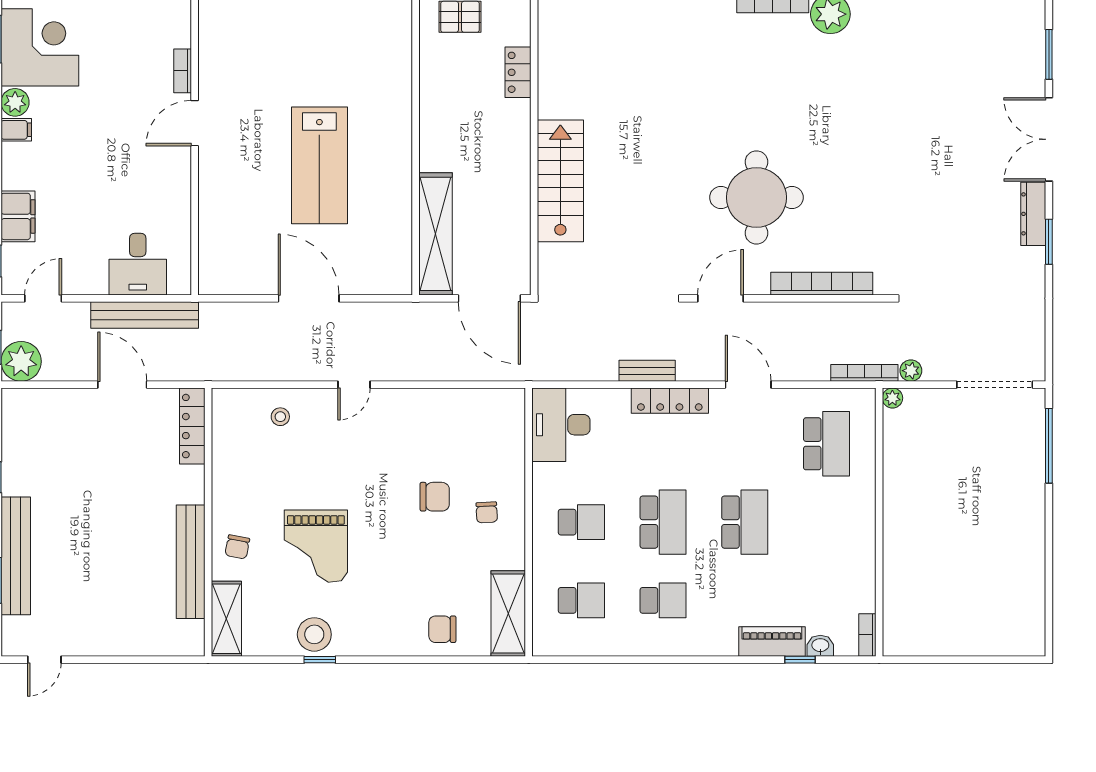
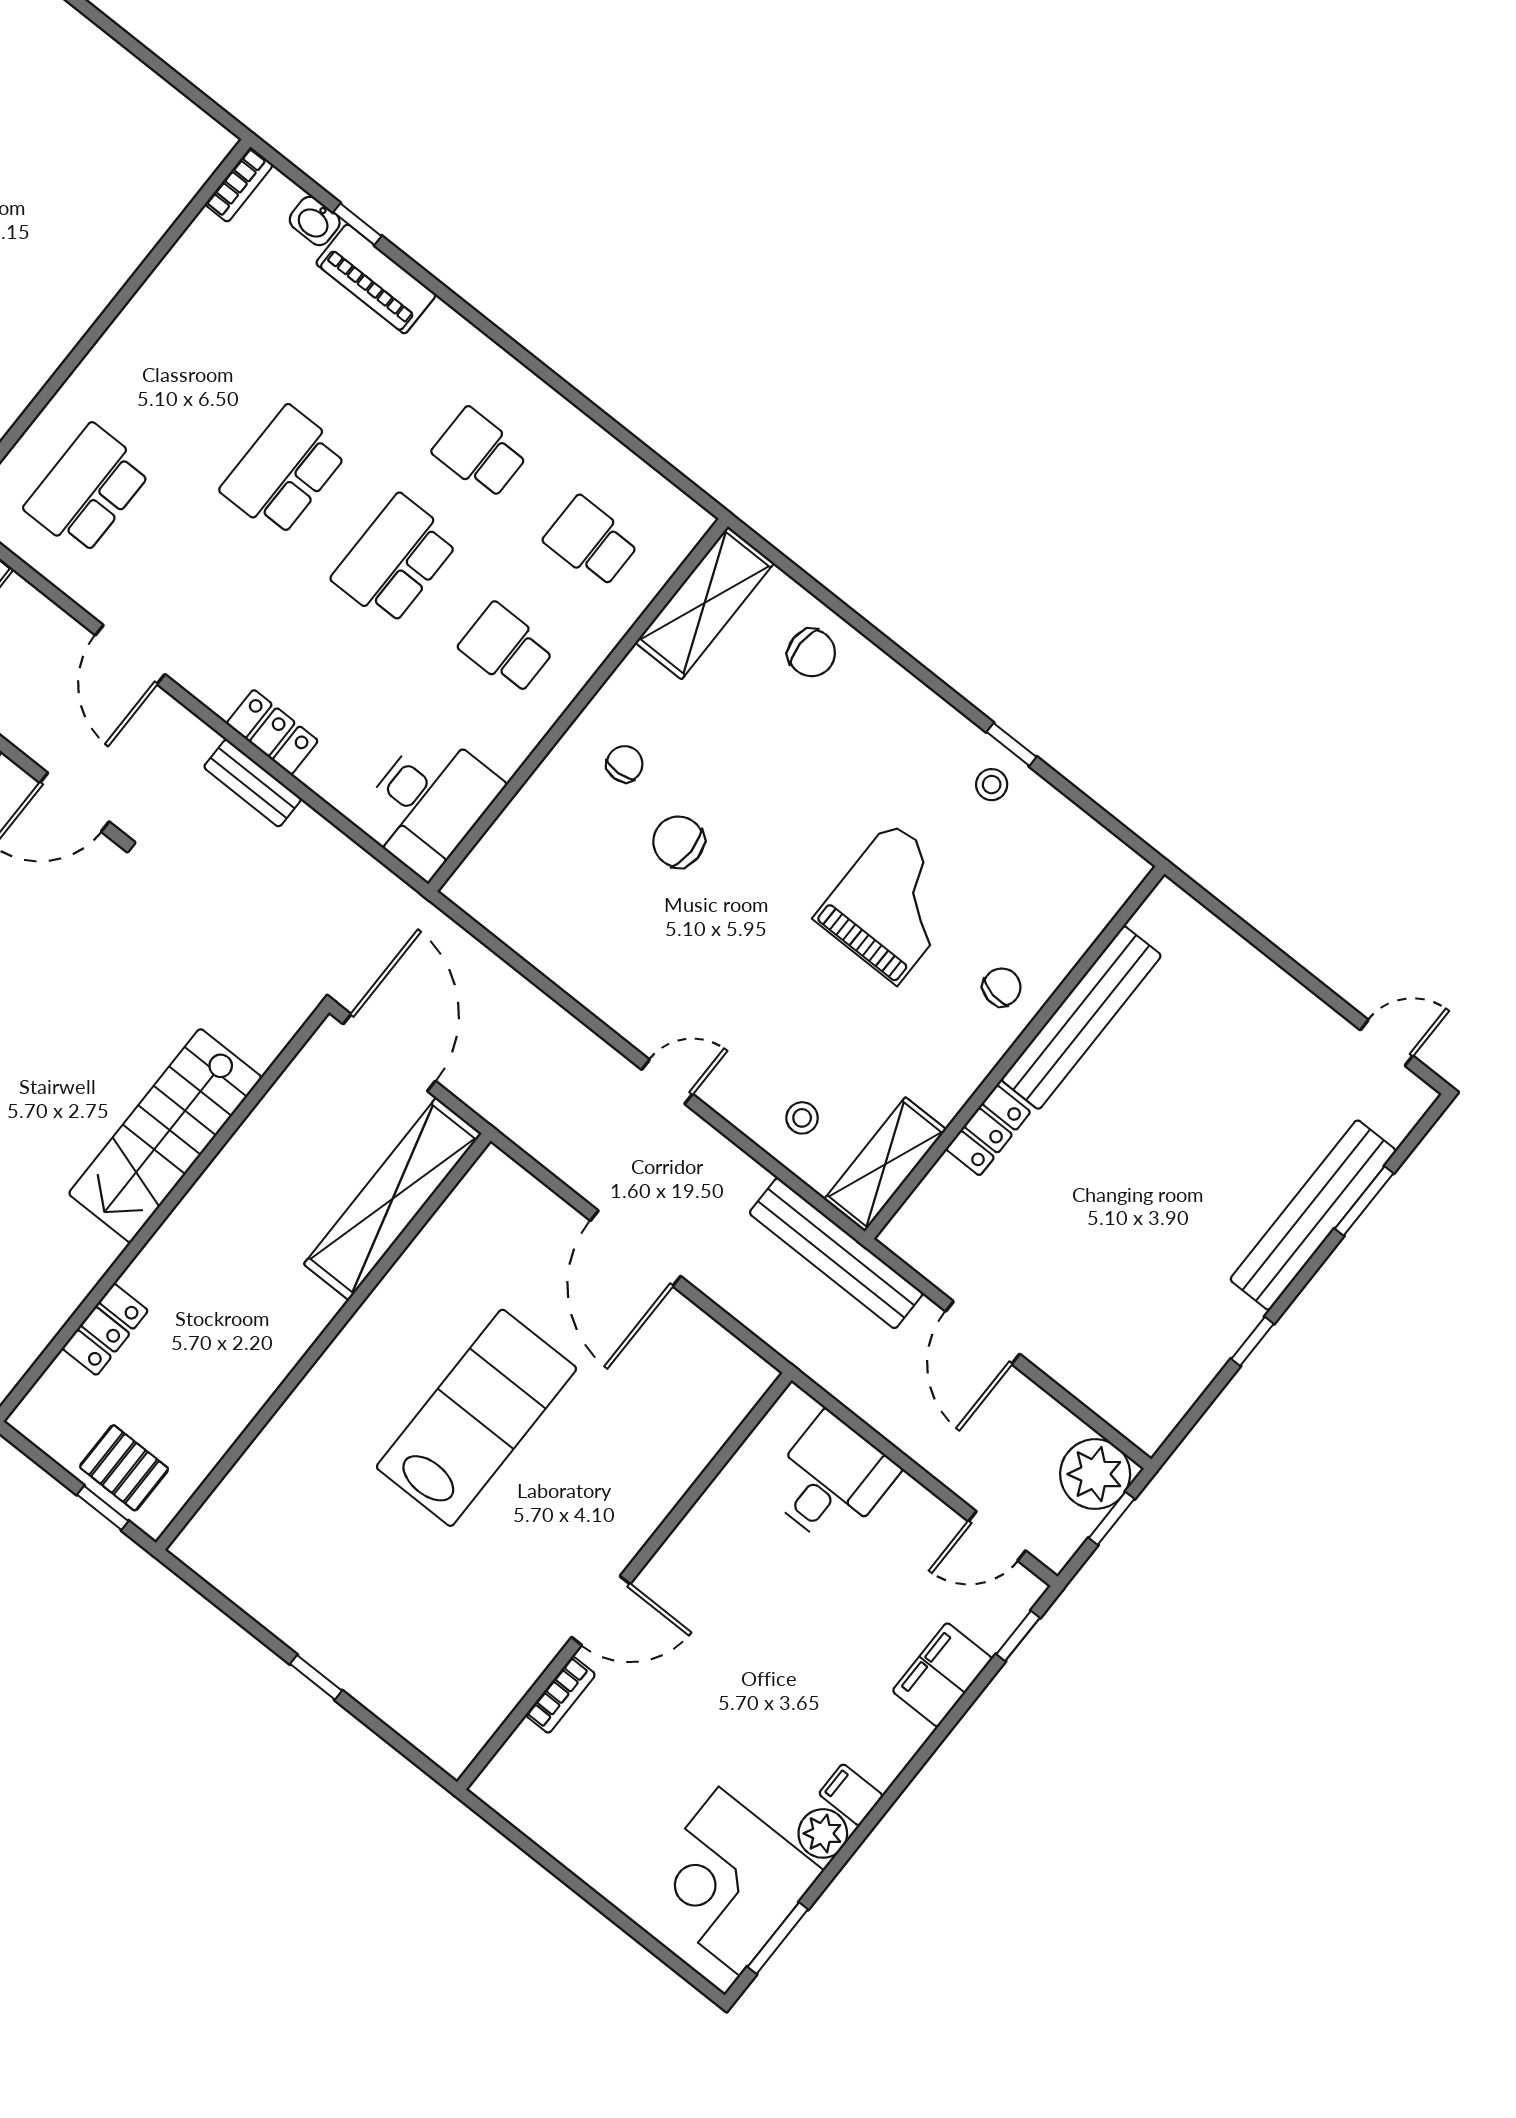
bench: (145, 315) -> (836, 1253), moved
locker: (670, 401) -> (272, 732), width x0.66
locker: (192, 426) -> (988, 1130), moved, width x0.66
shelving: (226, 619) -> (885, 1164), moved
stool: (314, 634) -> (992, 785), width x0.53, depth x0.53

